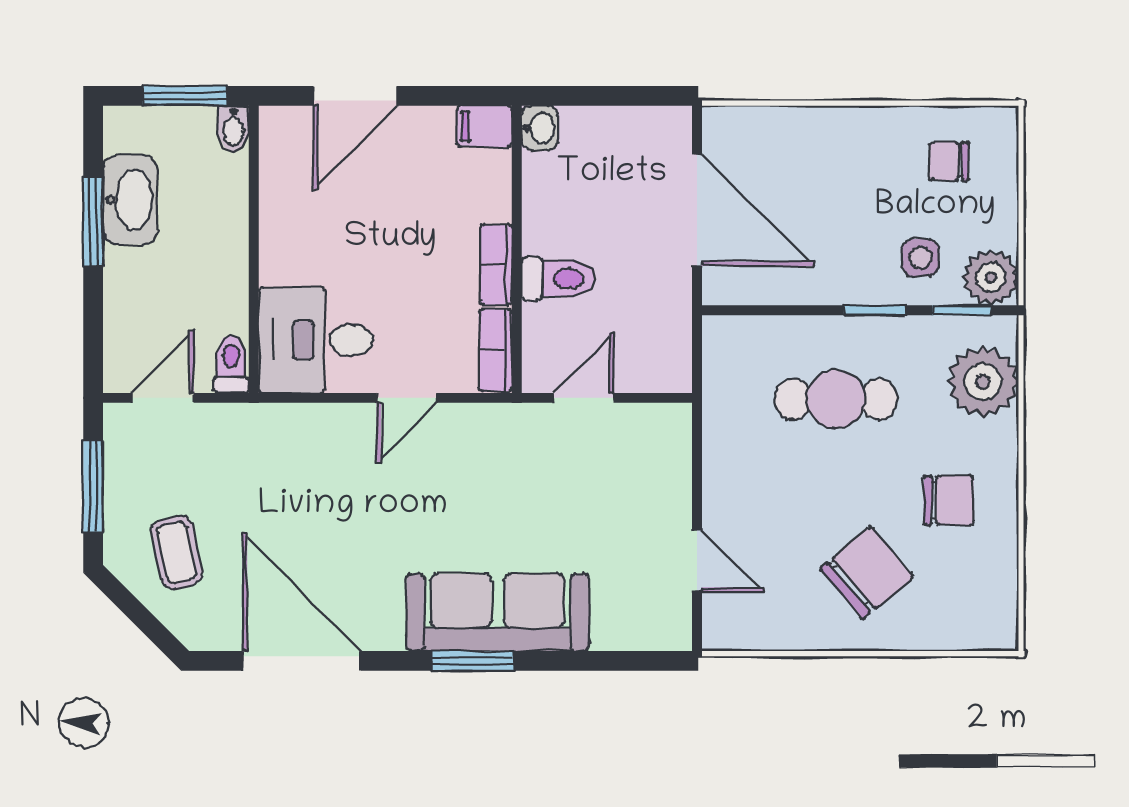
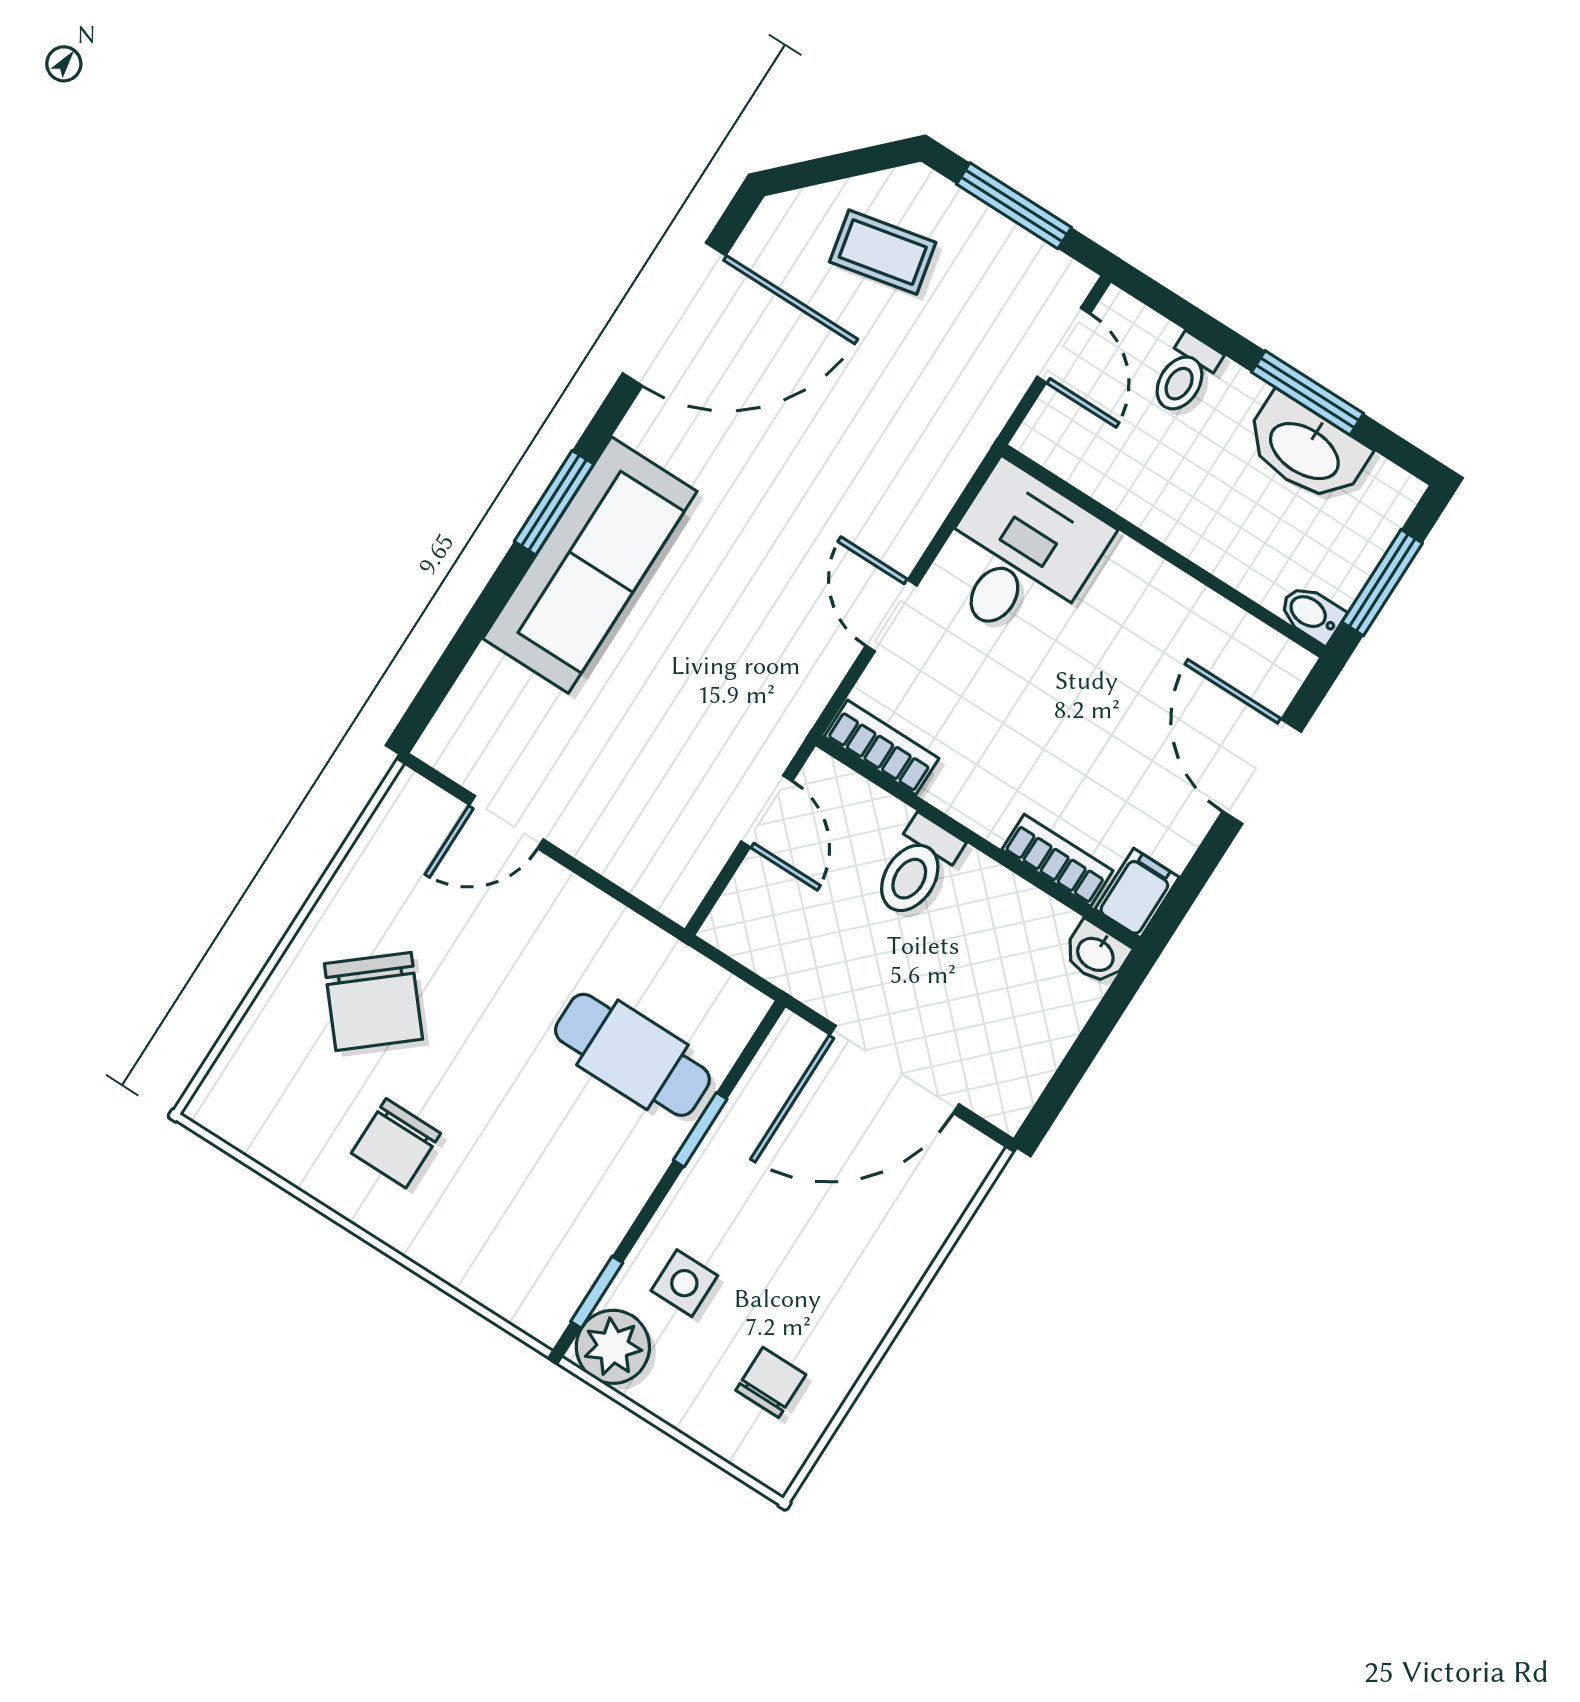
bookcase: (496, 265) -> (1057, 860), moved
window: (875, 310) -> (700, 1130), moved
toilet: (231, 364) -> (1185, 375), moved, turned 90
plant: (983, 382) -> (503, 1265), removed
cafe table: (836, 399) -> (632, 1055), moved, turned 90

